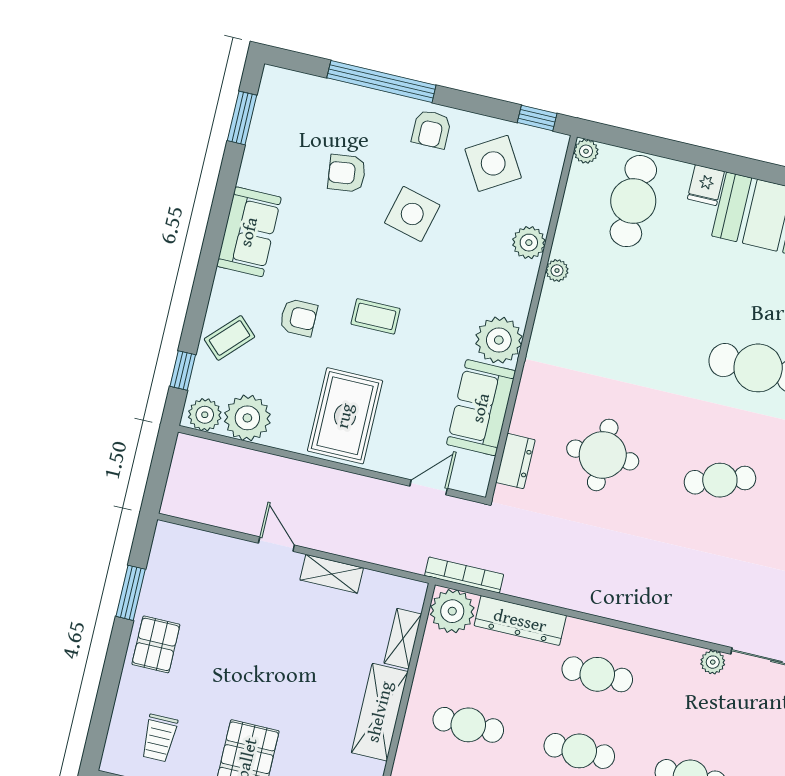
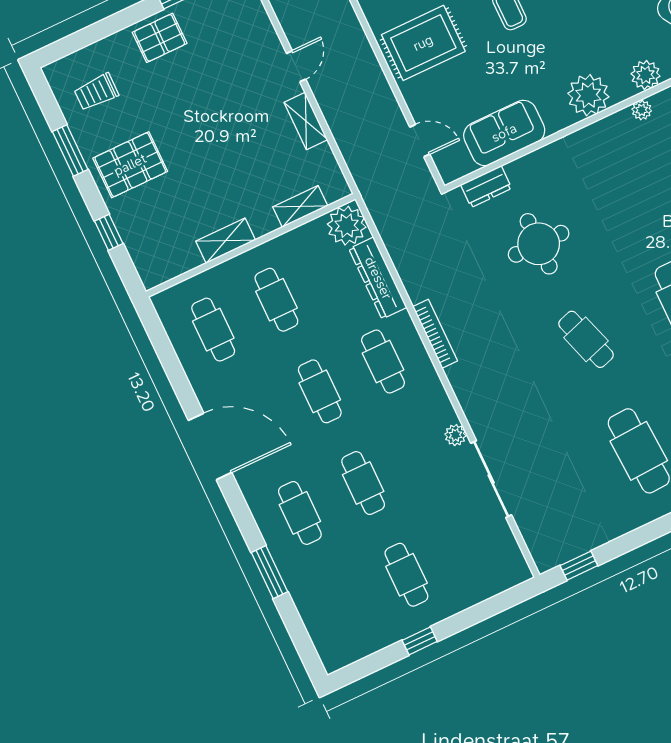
plant: (499, 340) -> (588, 95), moved
bookcase: (464, 575) -> (435, 334), moved
shelving: (380, 712) -> (226, 241), width x0.67, depth x0.75

